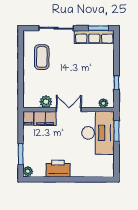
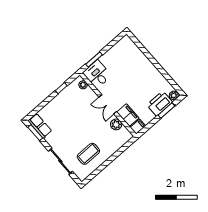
row of seats: (94, 37) -> (40, 126), width x0.68
desk: (98, 133) -> (97, 74), width x0.53, depth x0.77
printer: (58, 169) -> (160, 103), moved, turned 90

